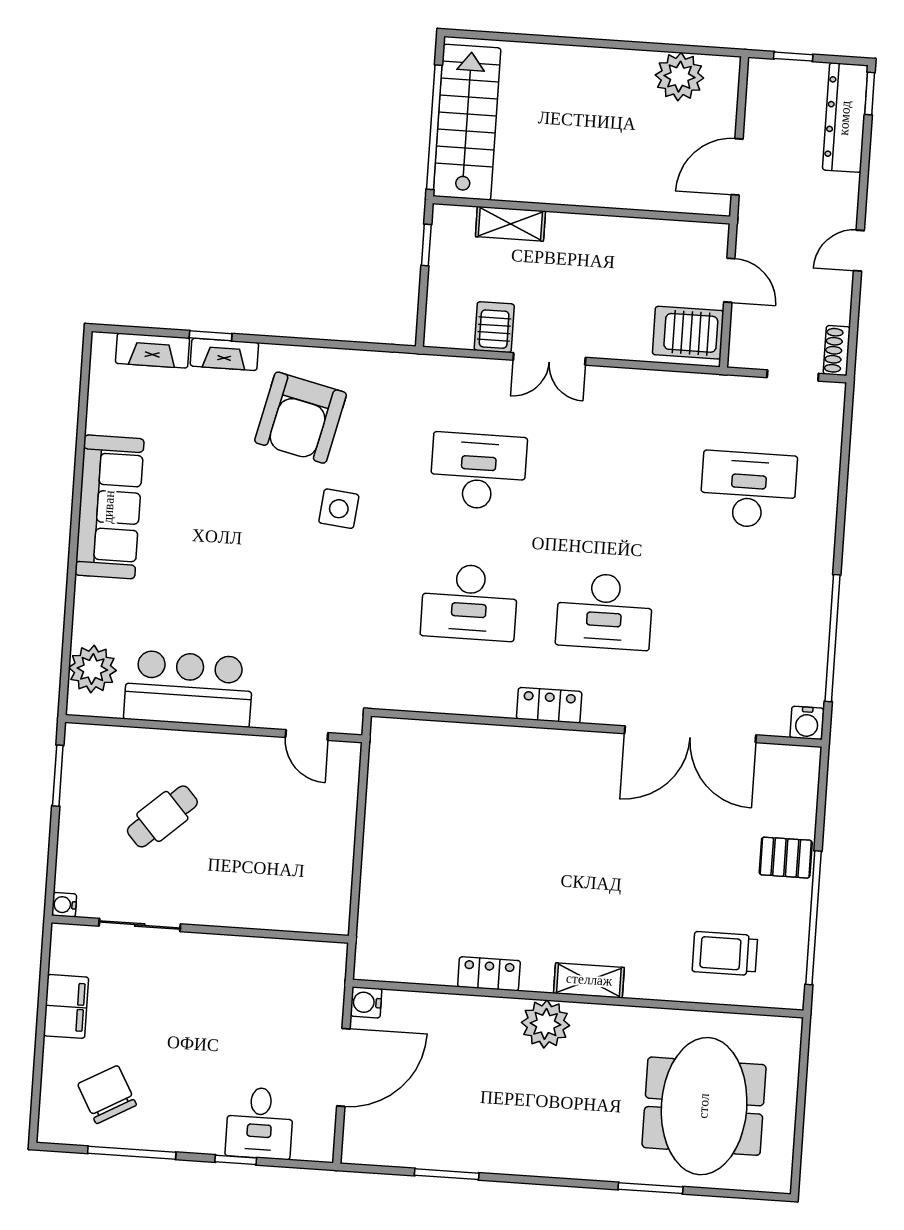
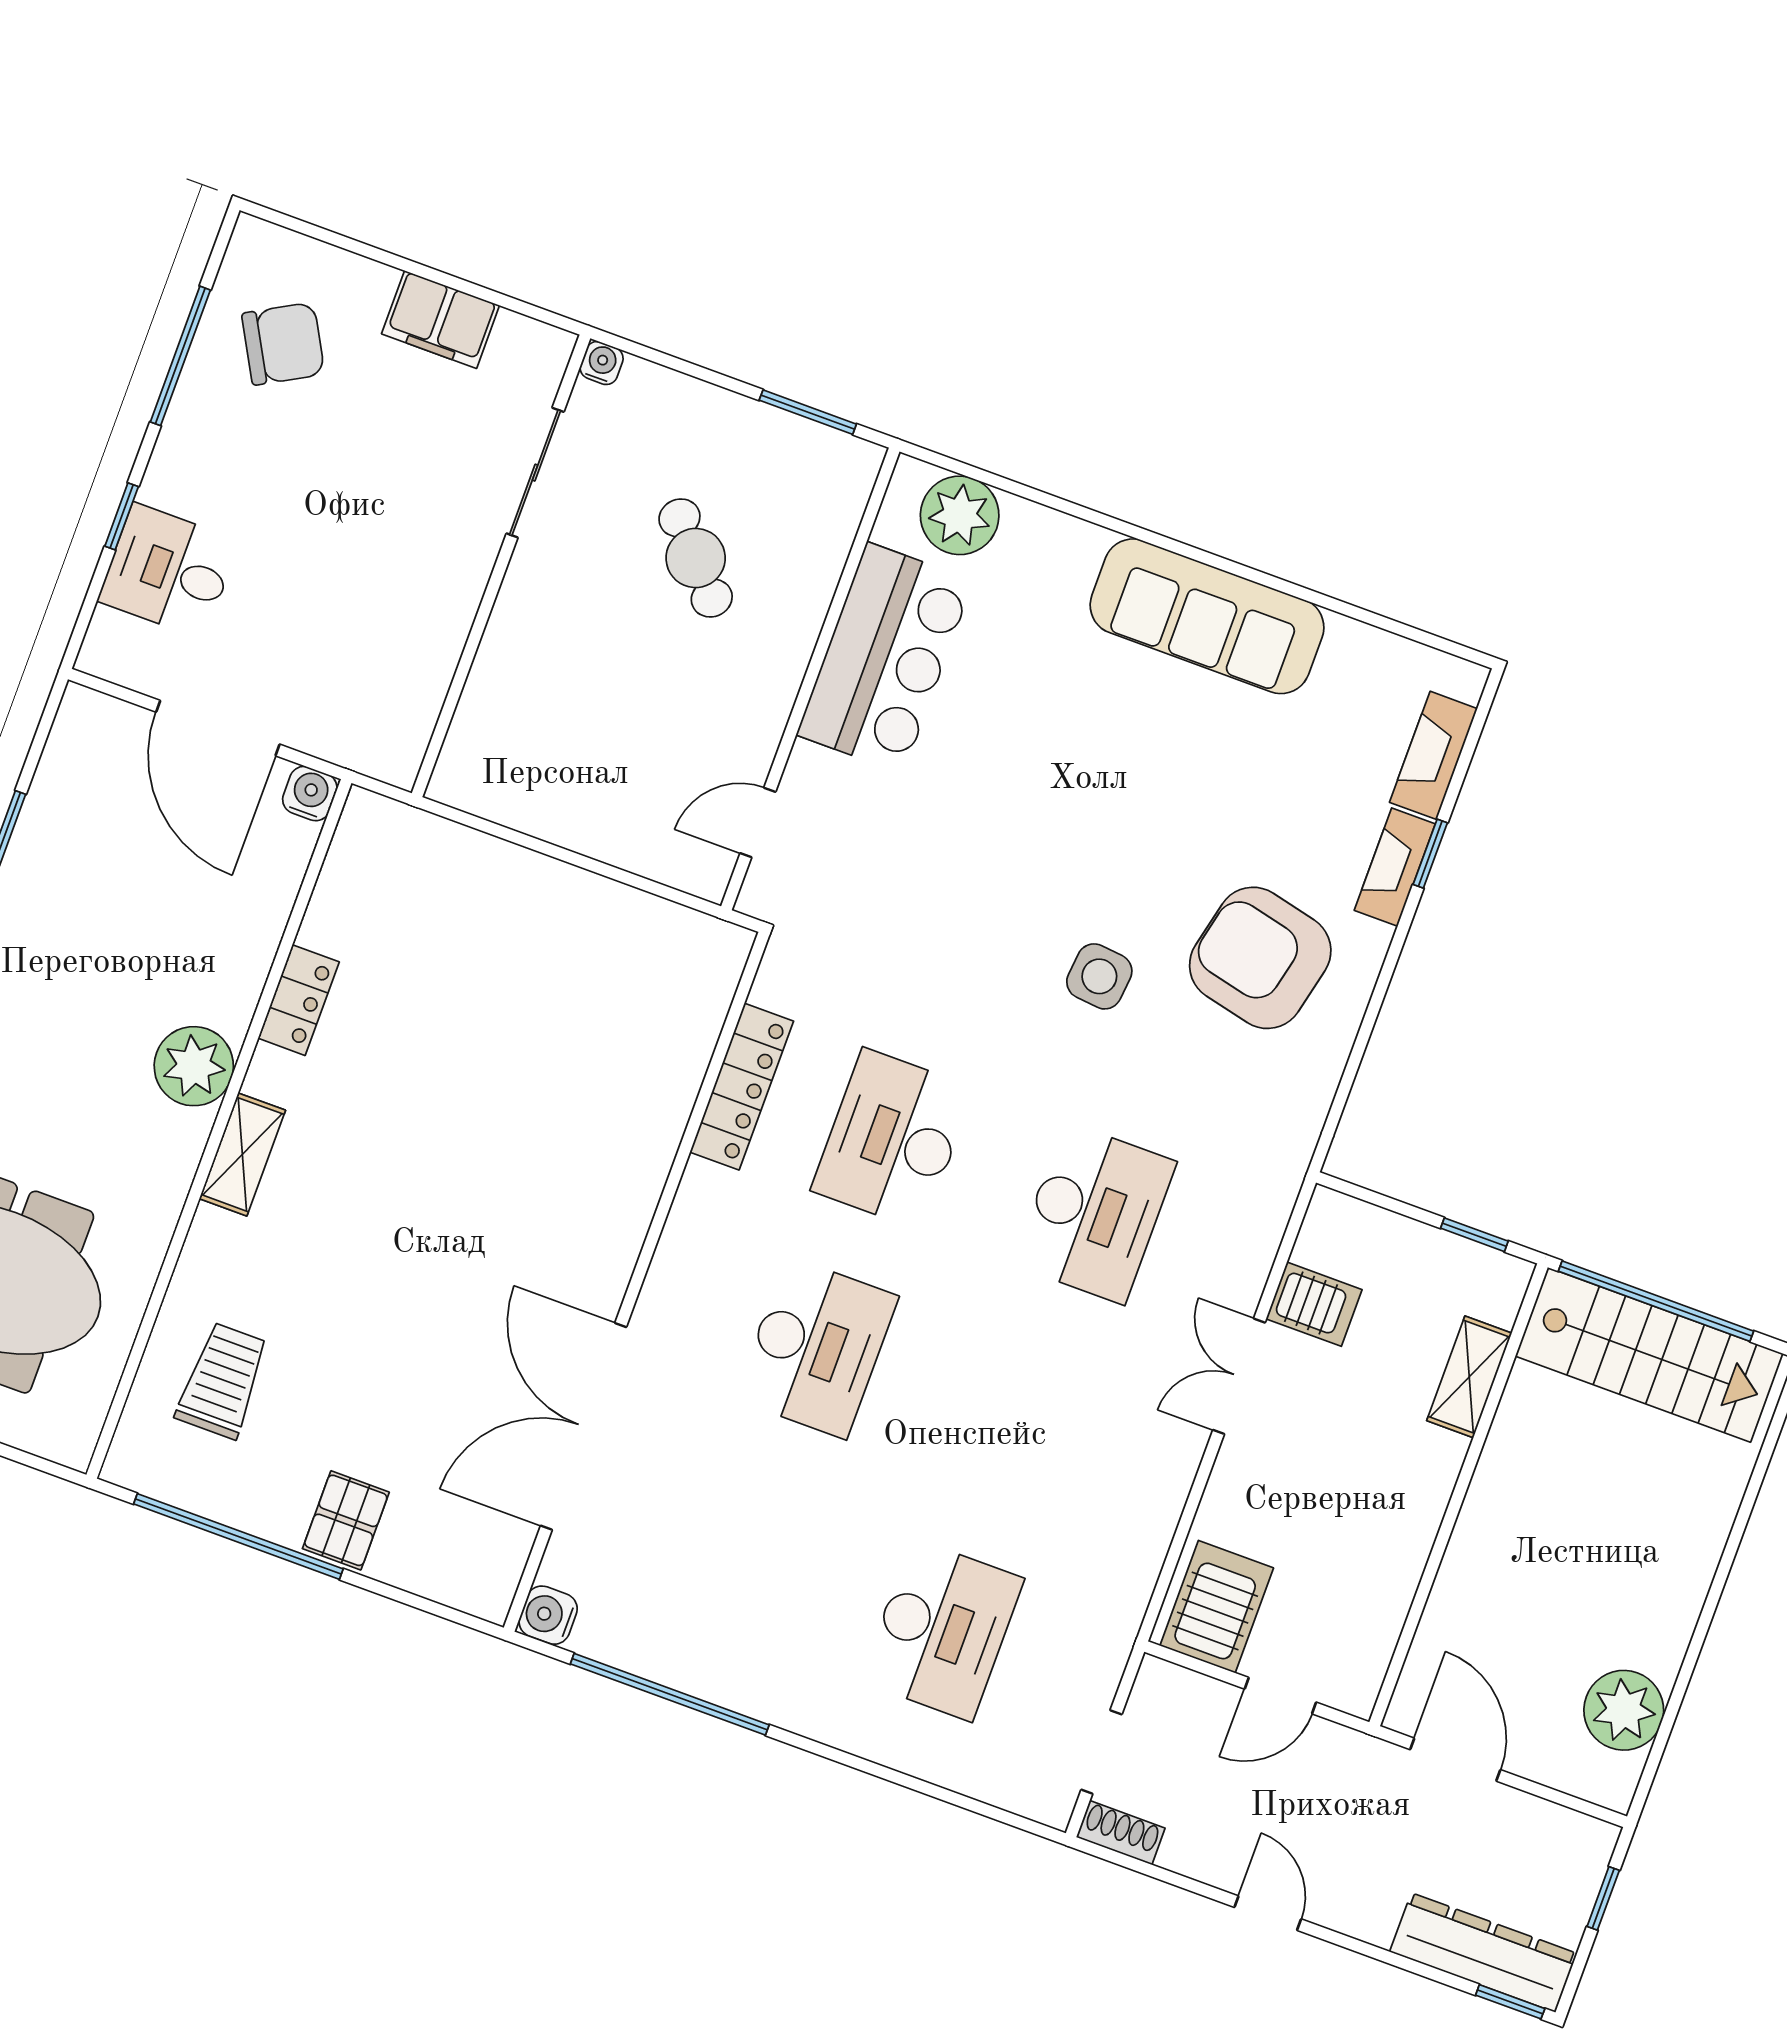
desk: (604, 611) -> (816, 1348), turned 180
locker: (549, 705) -> (742, 1087), moved, width x1.53

